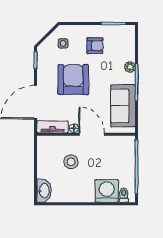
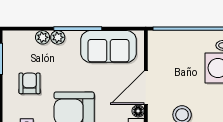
plant: (130, 55) -> (43, 37), added

